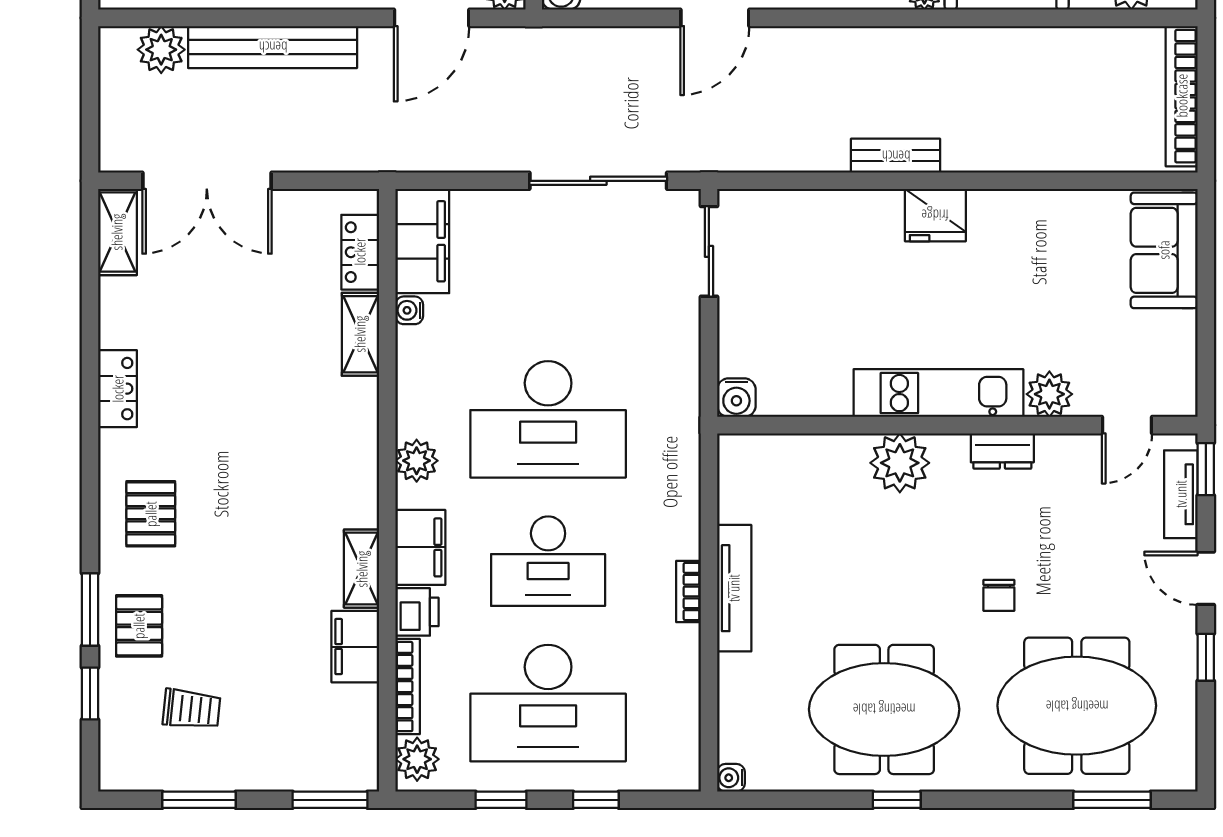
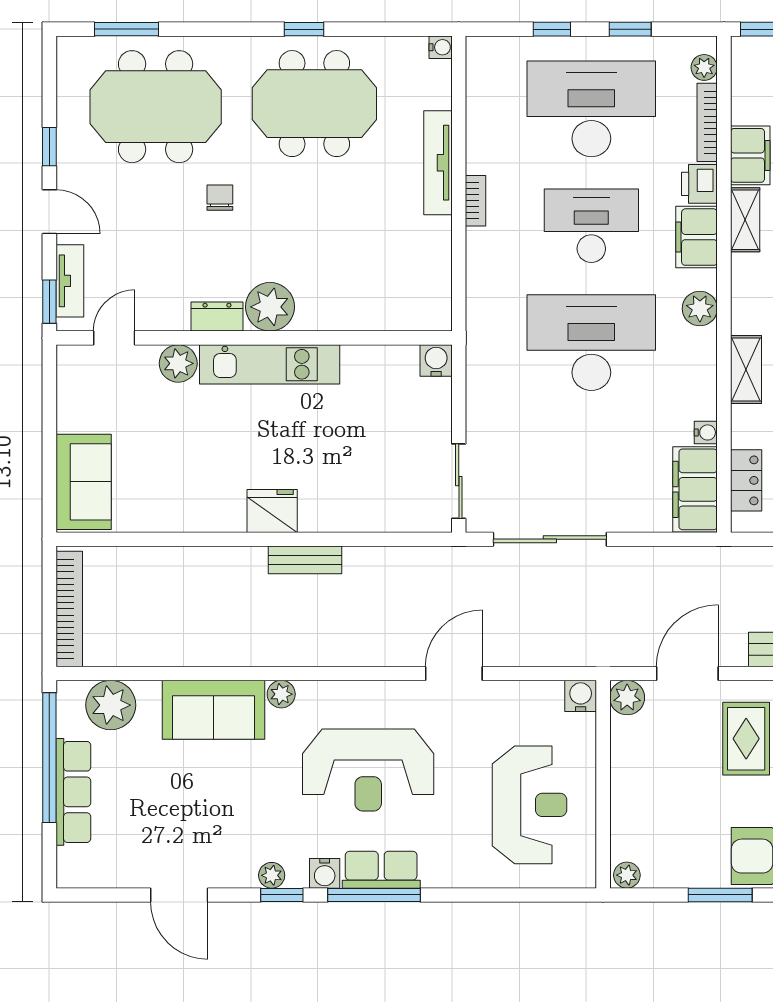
shelving: (360, 334) -> (746, 369), moved
plant: (900, 463) -> (270, 307), moved
tv unit: (734, 588) -> (438, 163), moved
plant: (417, 759) -> (704, 67), width x0.73, depth x0.73

